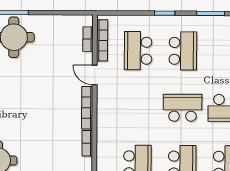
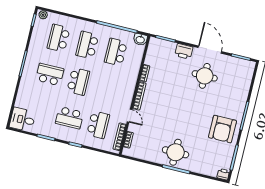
school desk: (183, 51) -> (69, 118), turned -90
school desk: (183, 108) -> (78, 81), turned -90

